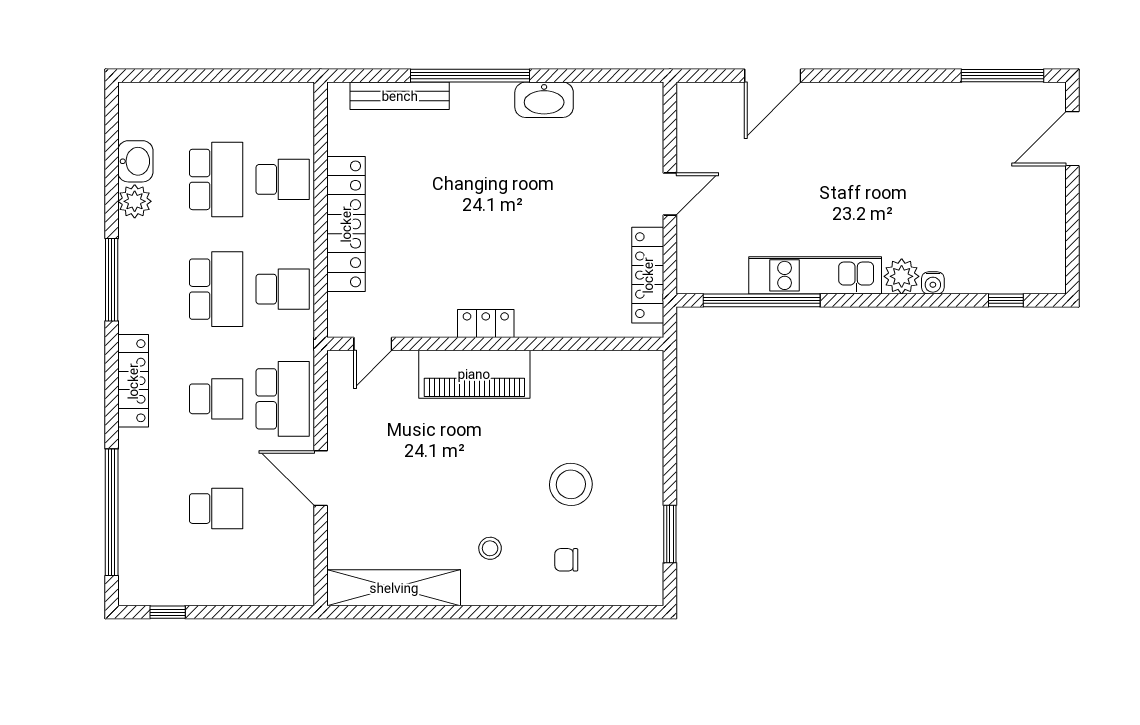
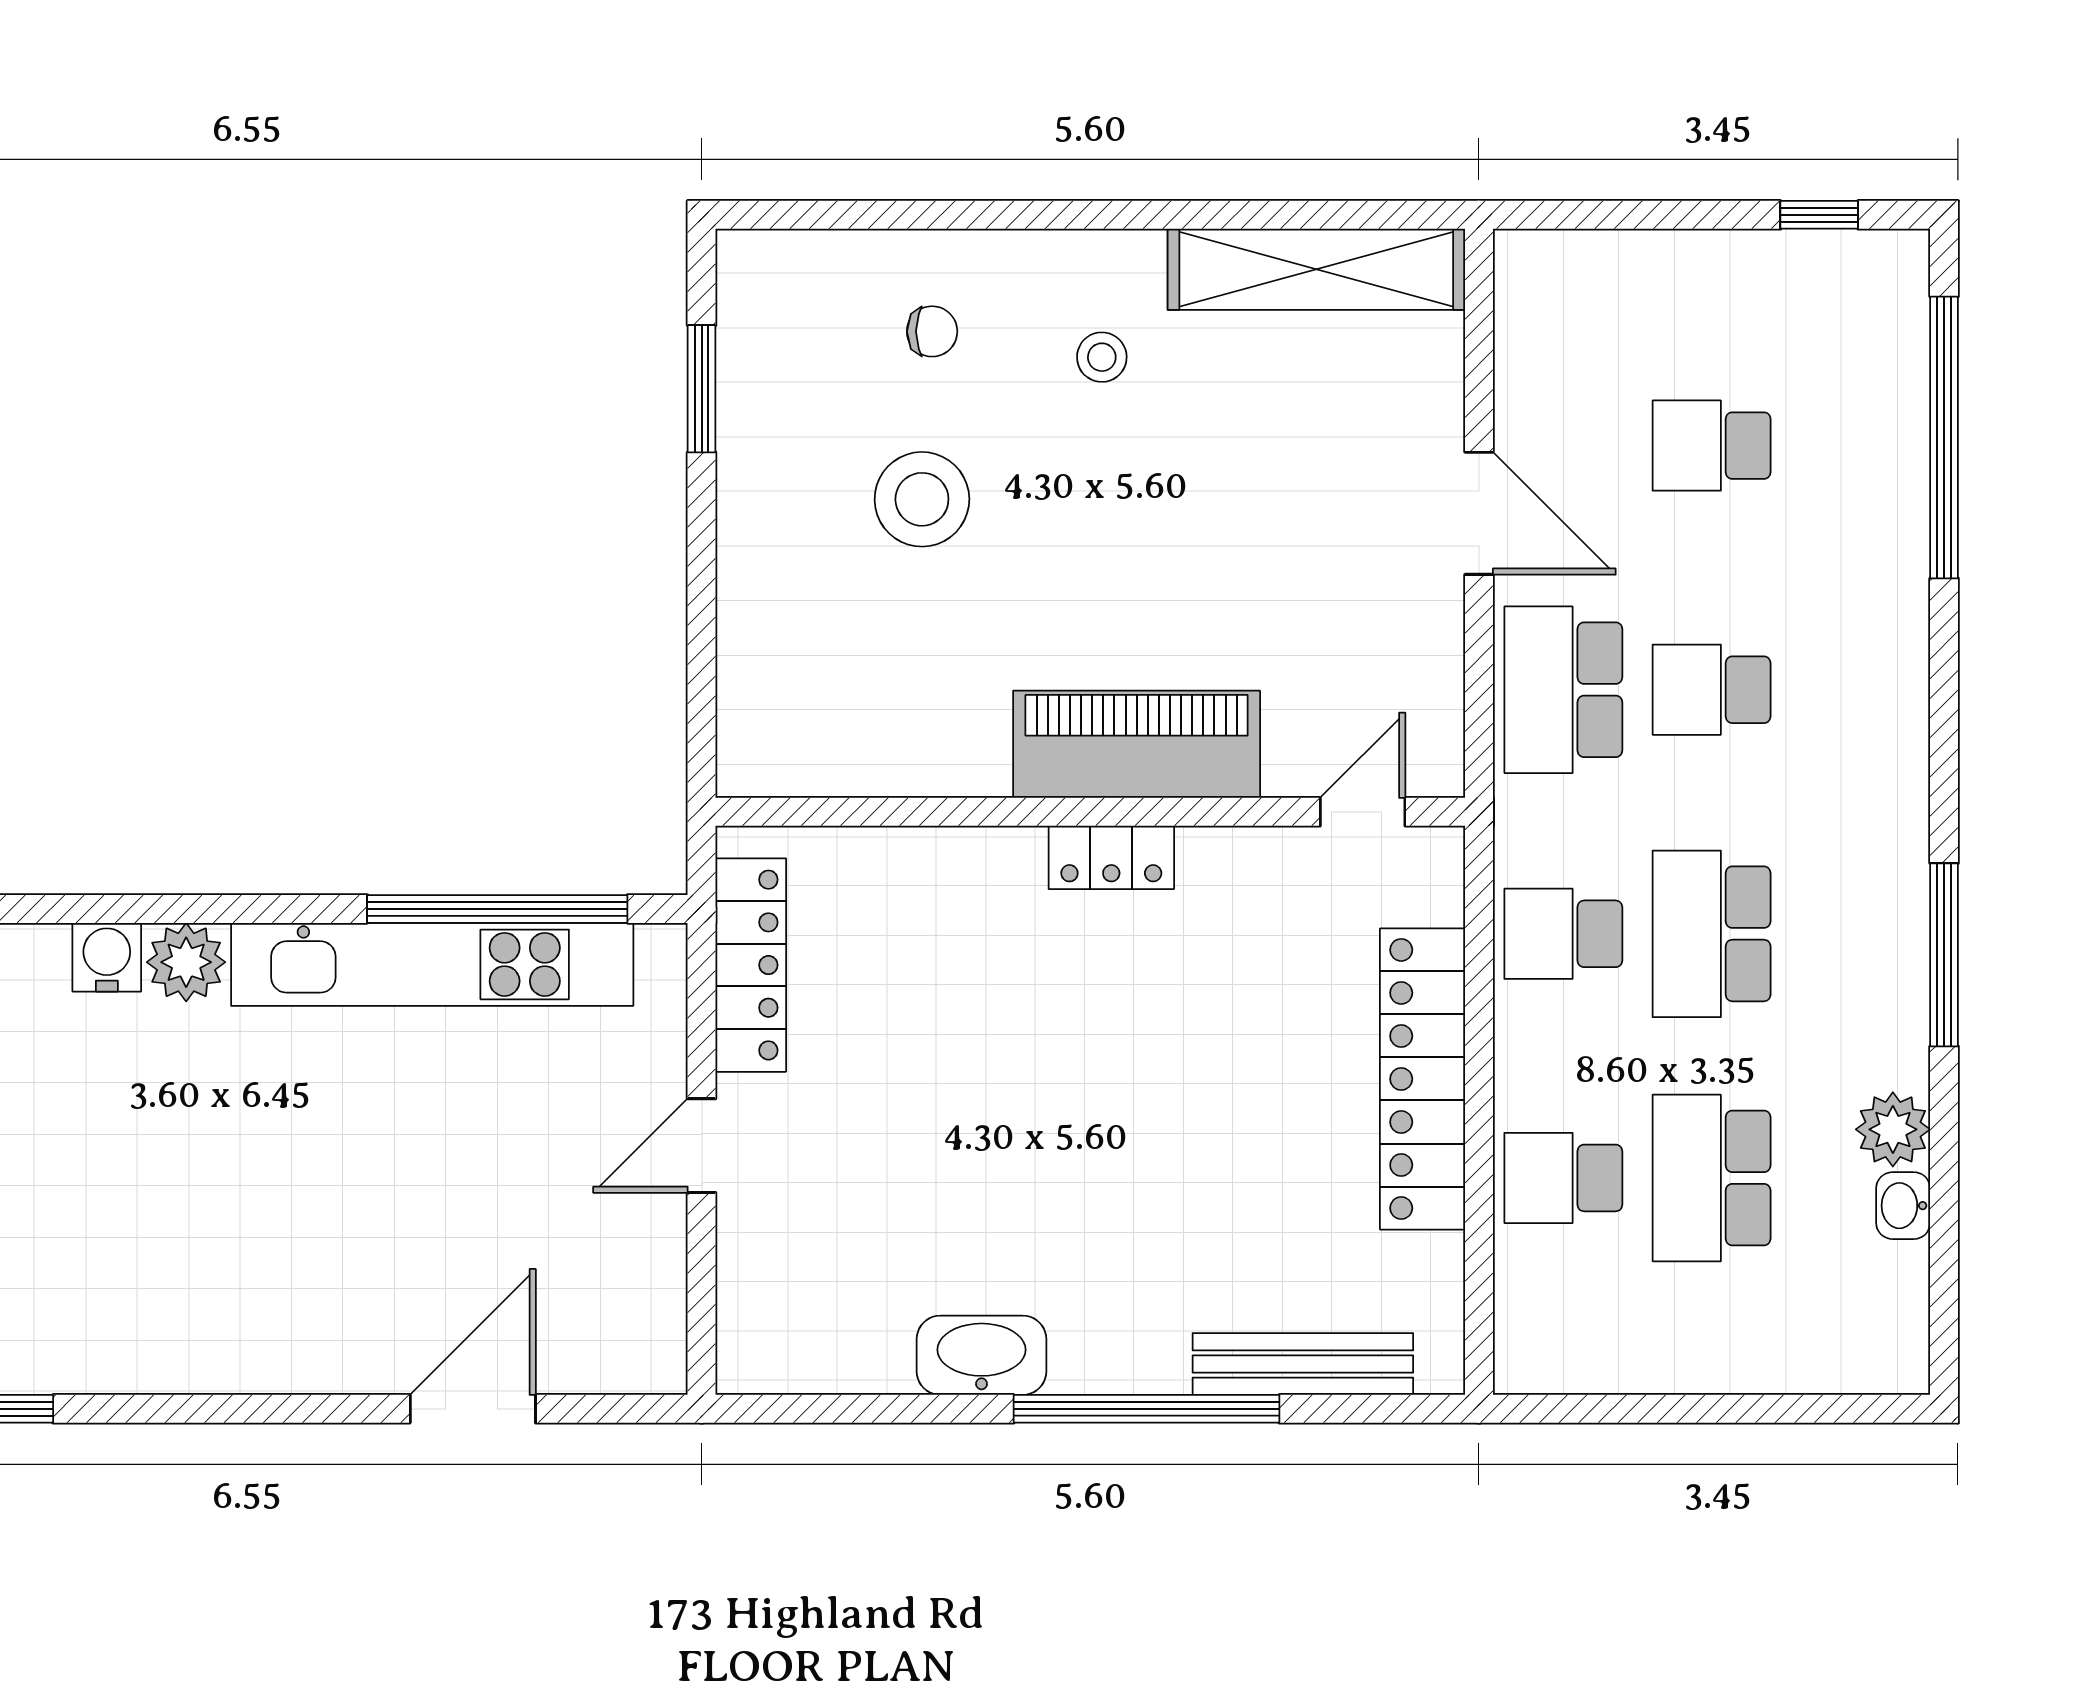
washbasin: (135, 161) -> (1903, 1206), width x0.72, depth x0.69
kitchen unit: (815, 275) -> (432, 964), width x1.36
water cooler: (933, 283) -> (107, 957), width x1.38, depth x1.38
locker: (133, 381) -> (1896, 730), removed

